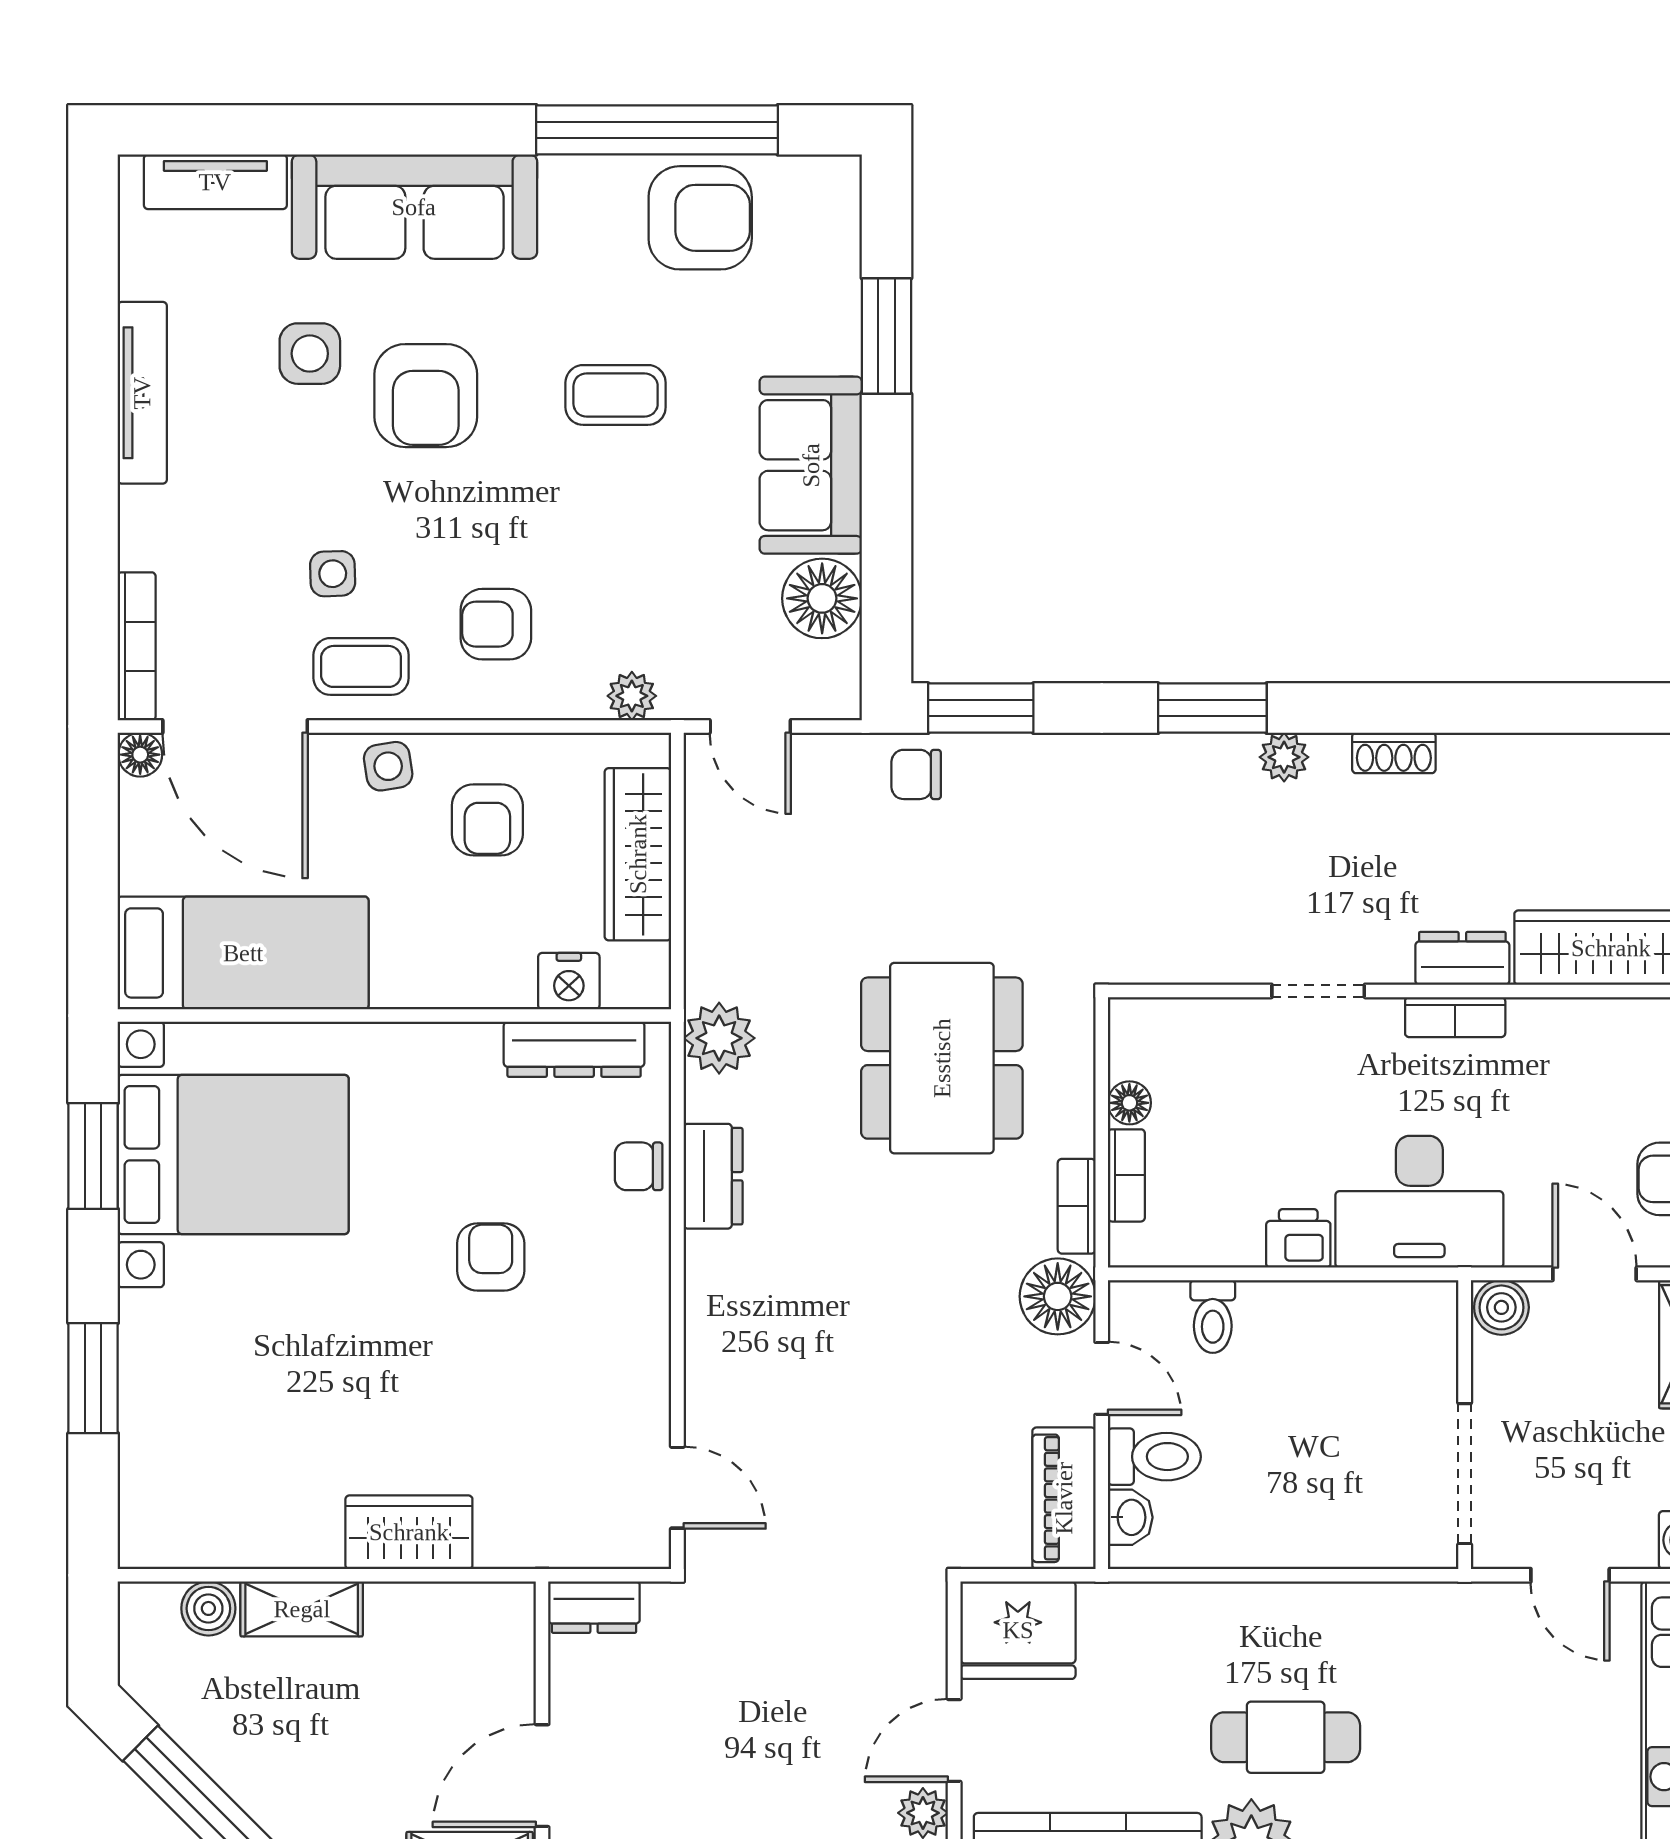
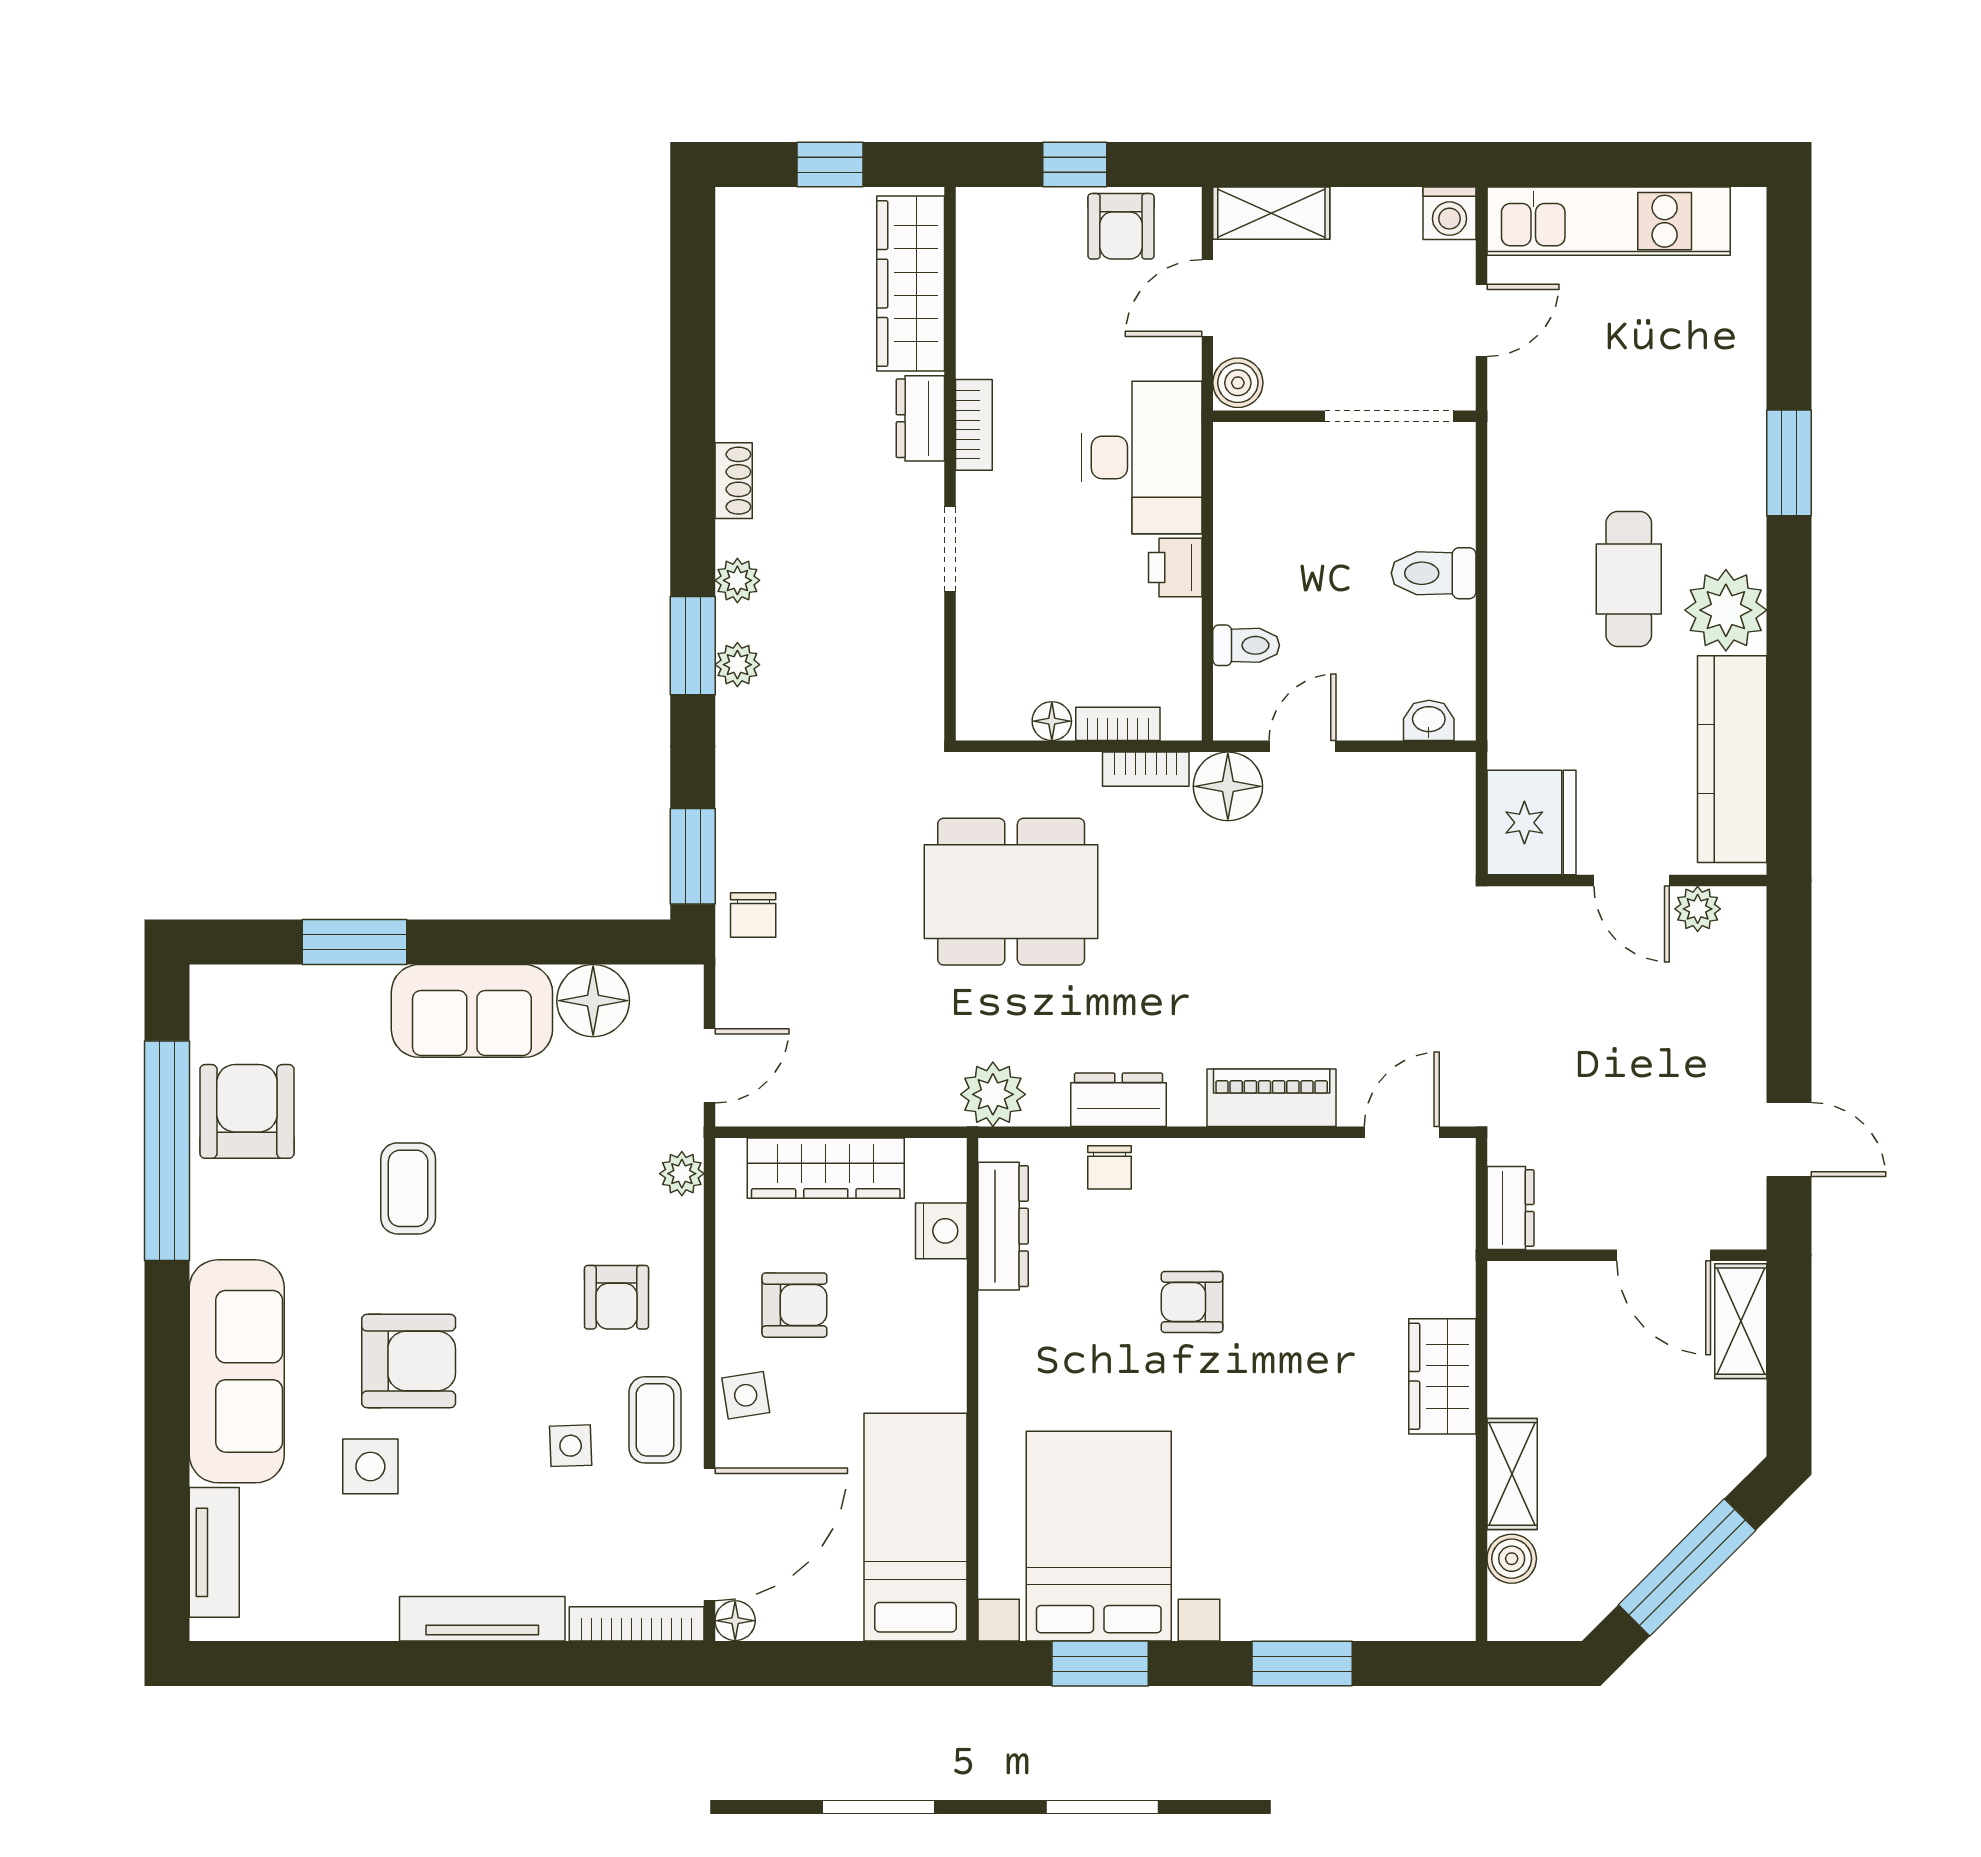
tv unit: (142, 393) -> (482, 1619), moved
plant: (1192, 757) -> (737, 665), added
toilet: (1154, 1457) -> (1434, 573), moved, turned -90
piano: (1064, 1498) -> (1272, 1098), moved, turned 180

